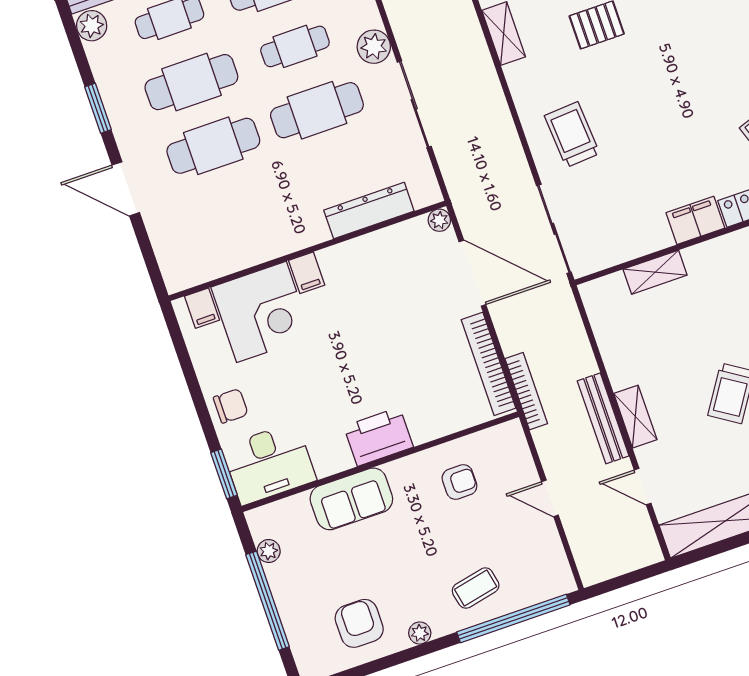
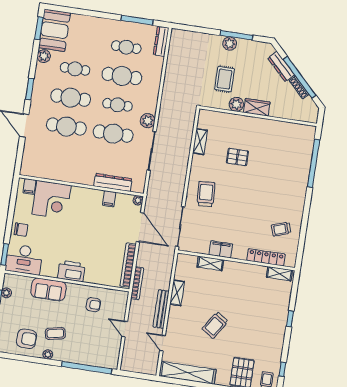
filing cabinet: (695, 220) -> (221, 249), moved
filing cabinet: (307, 273) -> (109, 199), moved
shelving: (635, 417) -> (177, 293), moved
coffee table: (476, 588) -> (55, 333), moved
armchair: (359, 623) -> (27, 339), turned 91

